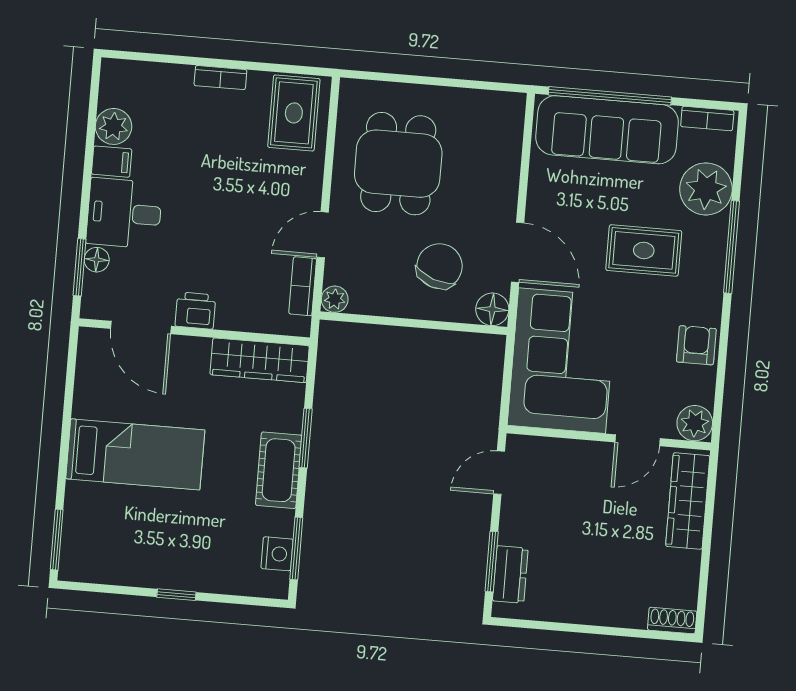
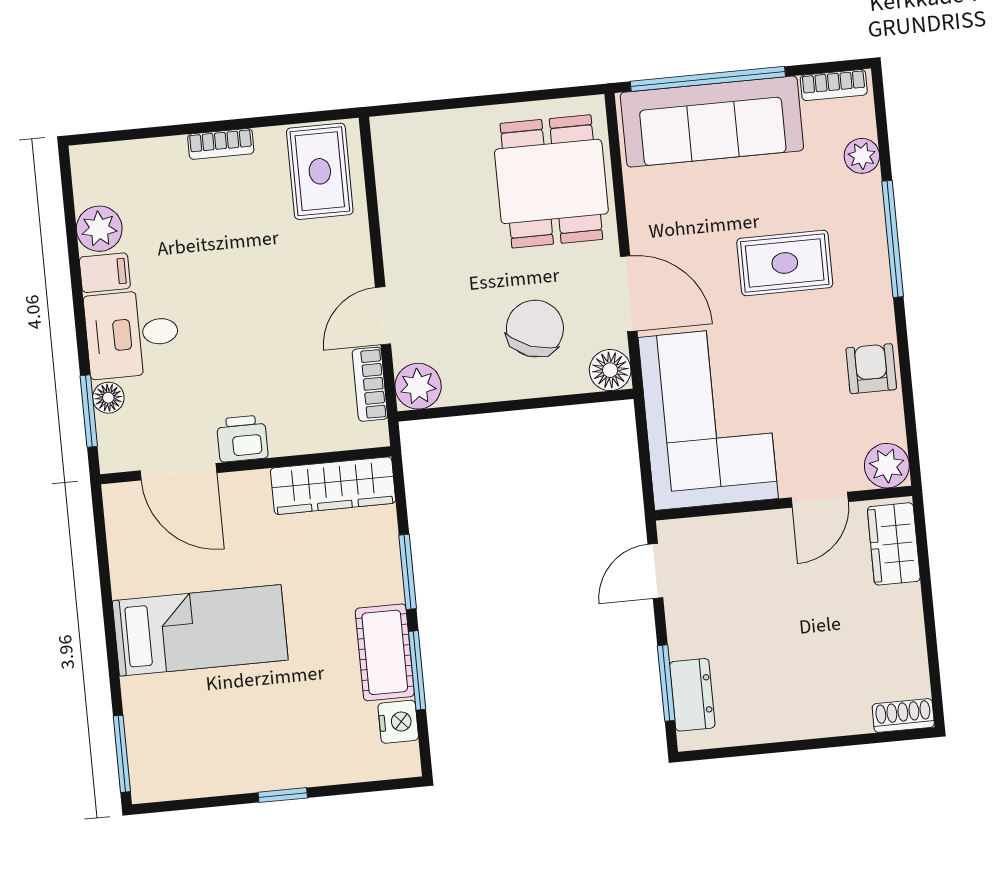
dining table: (398, 164) -> (551, 181), moved
plant: (706, 189) -> (862, 156), width x0.53, depth x0.53
plant: (335, 299) -> (418, 386), width x1.38, depth x1.38
cot: (279, 470) -> (385, 652), moved
wardrobe: (688, 501) -> (894, 544), width x0.67
window: (296, 548) -> (417, 670), moved

